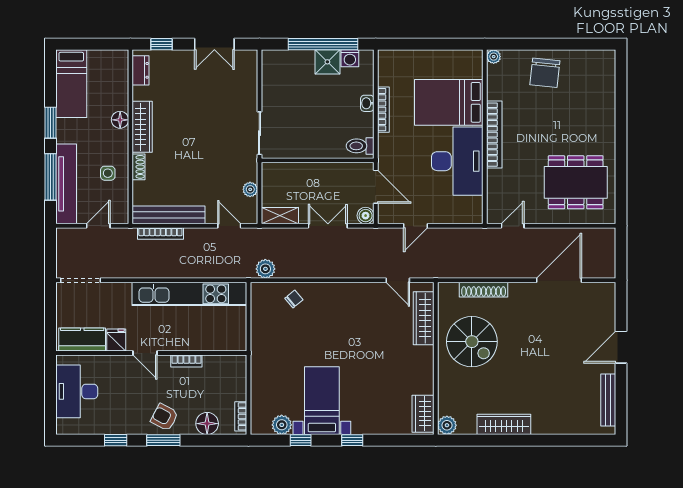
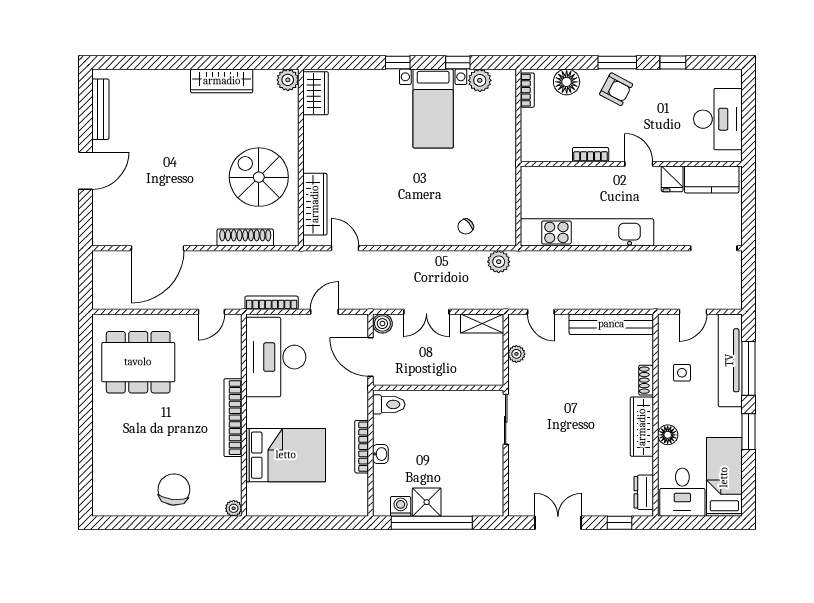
desk: (107, 70) -> (682, 492), added
desk: (457, 161) -> (276, 357), moved
bookcase: (160, 233) -> (272, 303), moved

